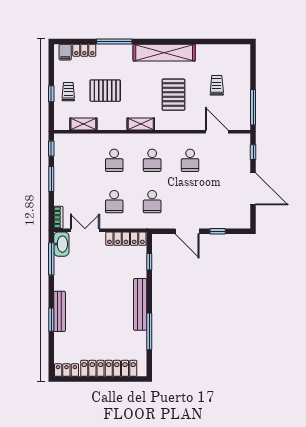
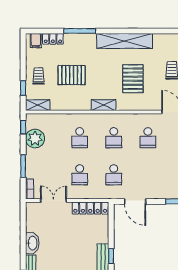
window: (51, 94) -> (23, 88), moved
shelving: (83, 124) -> (38, 105), moved
plant: (64, 161) -> (35, 139), added
window: (51, 179) -> (23, 166), moved
door: (187, 231) -> (135, 201), moved
washbasin: (61, 244) -> (32, 243), moved
window: (51, 259) -> (23, 226), removed
window: (149, 262) -> (111, 256), moved

